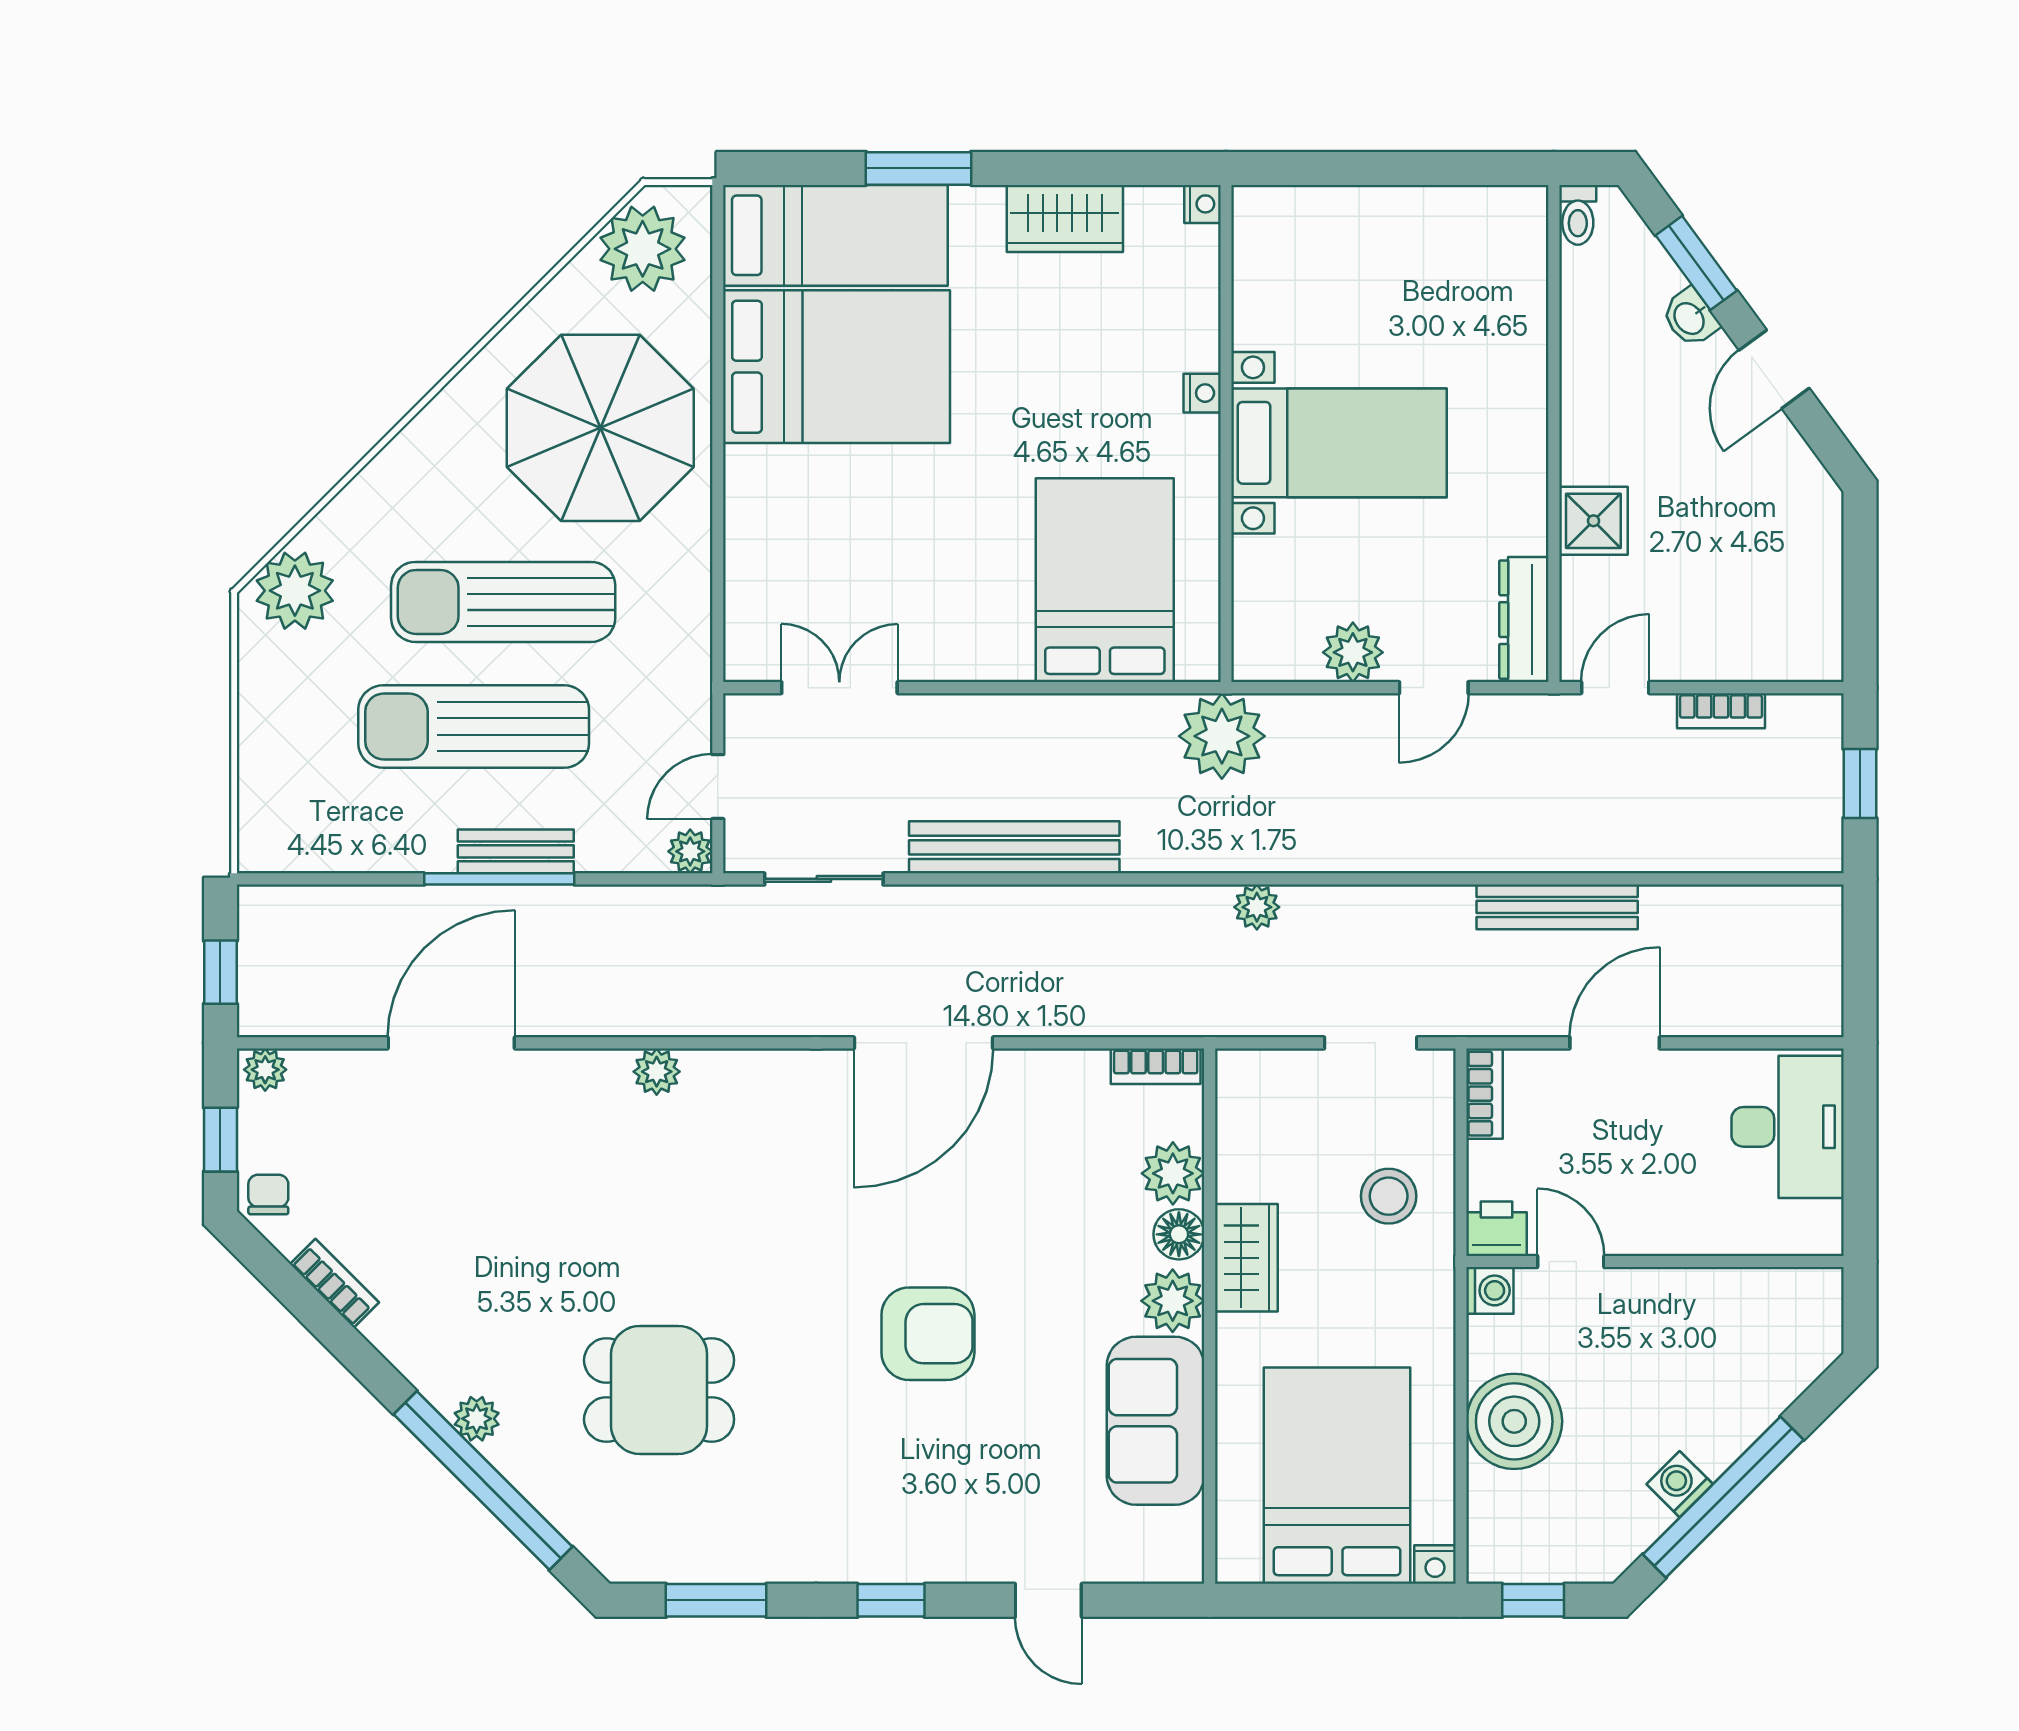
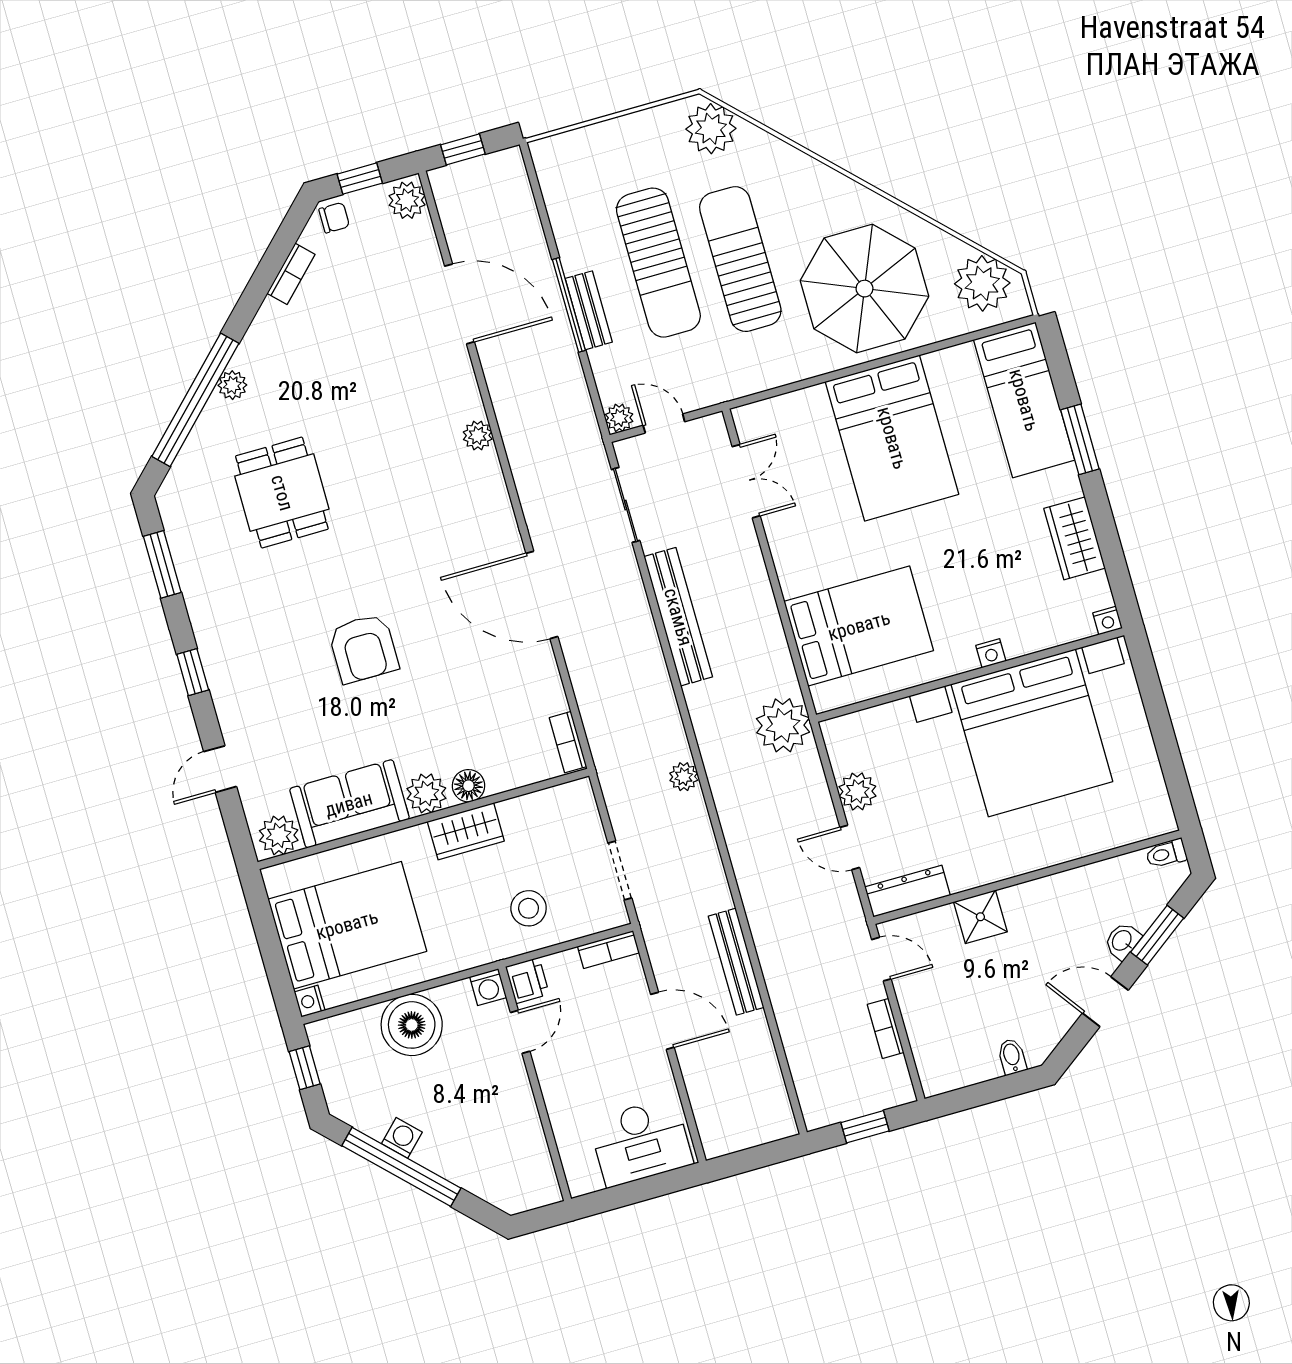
bed: (837, 367) -> (892, 438), moved
bed with nightstands: (1339, 443) -> (1032, 733), width x1.85
bidet: (1817, 533) -> (1012, 1057), added
sun lounger: (474, 726) -> (658, 263), turned 180
plant: (265, 1070) -> (407, 200), width x1.38, depth x1.38
plant: (1173, 1173) -> (279, 835), moved

